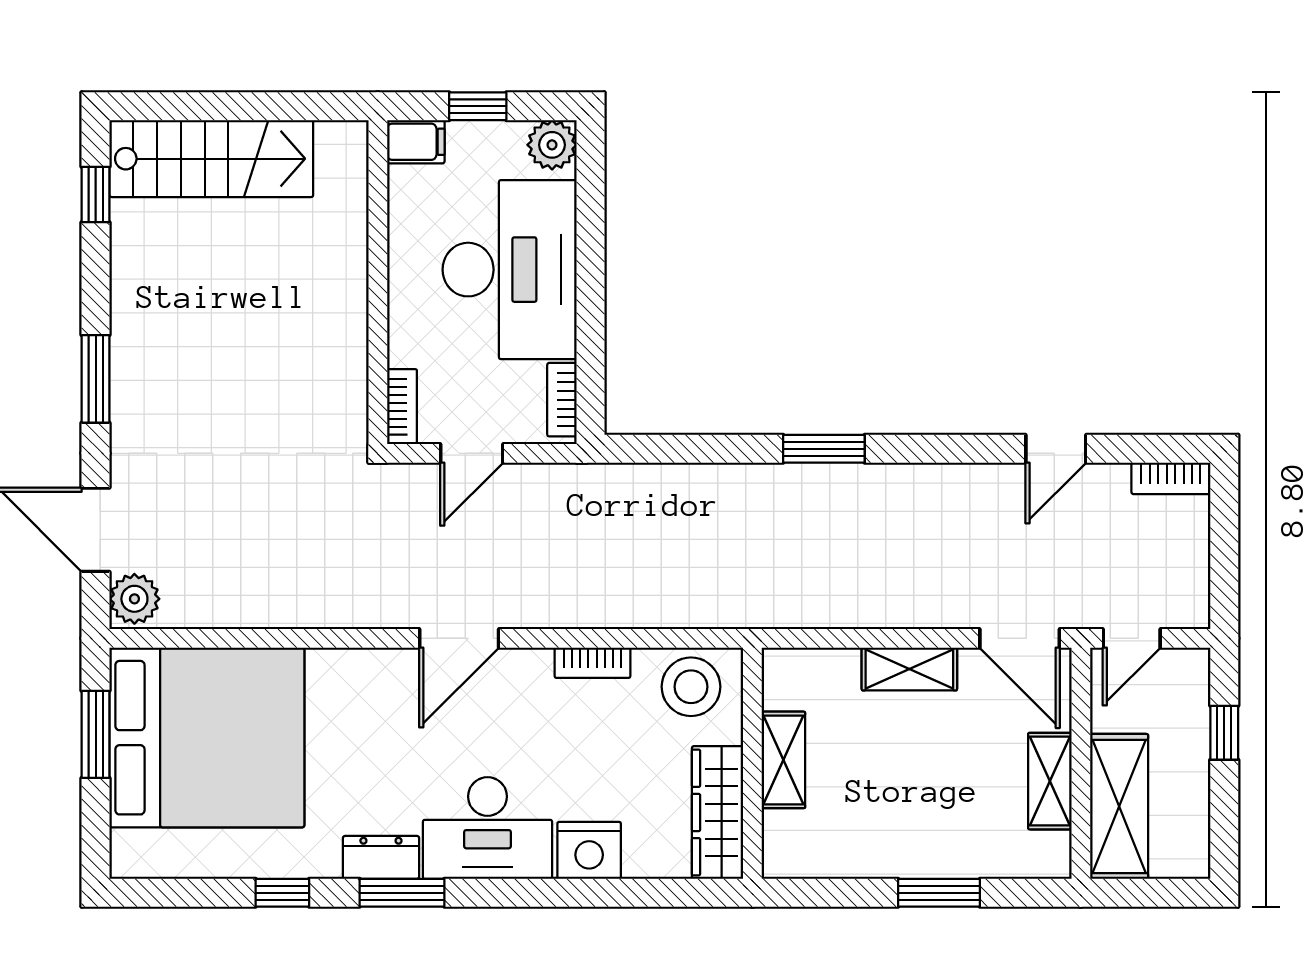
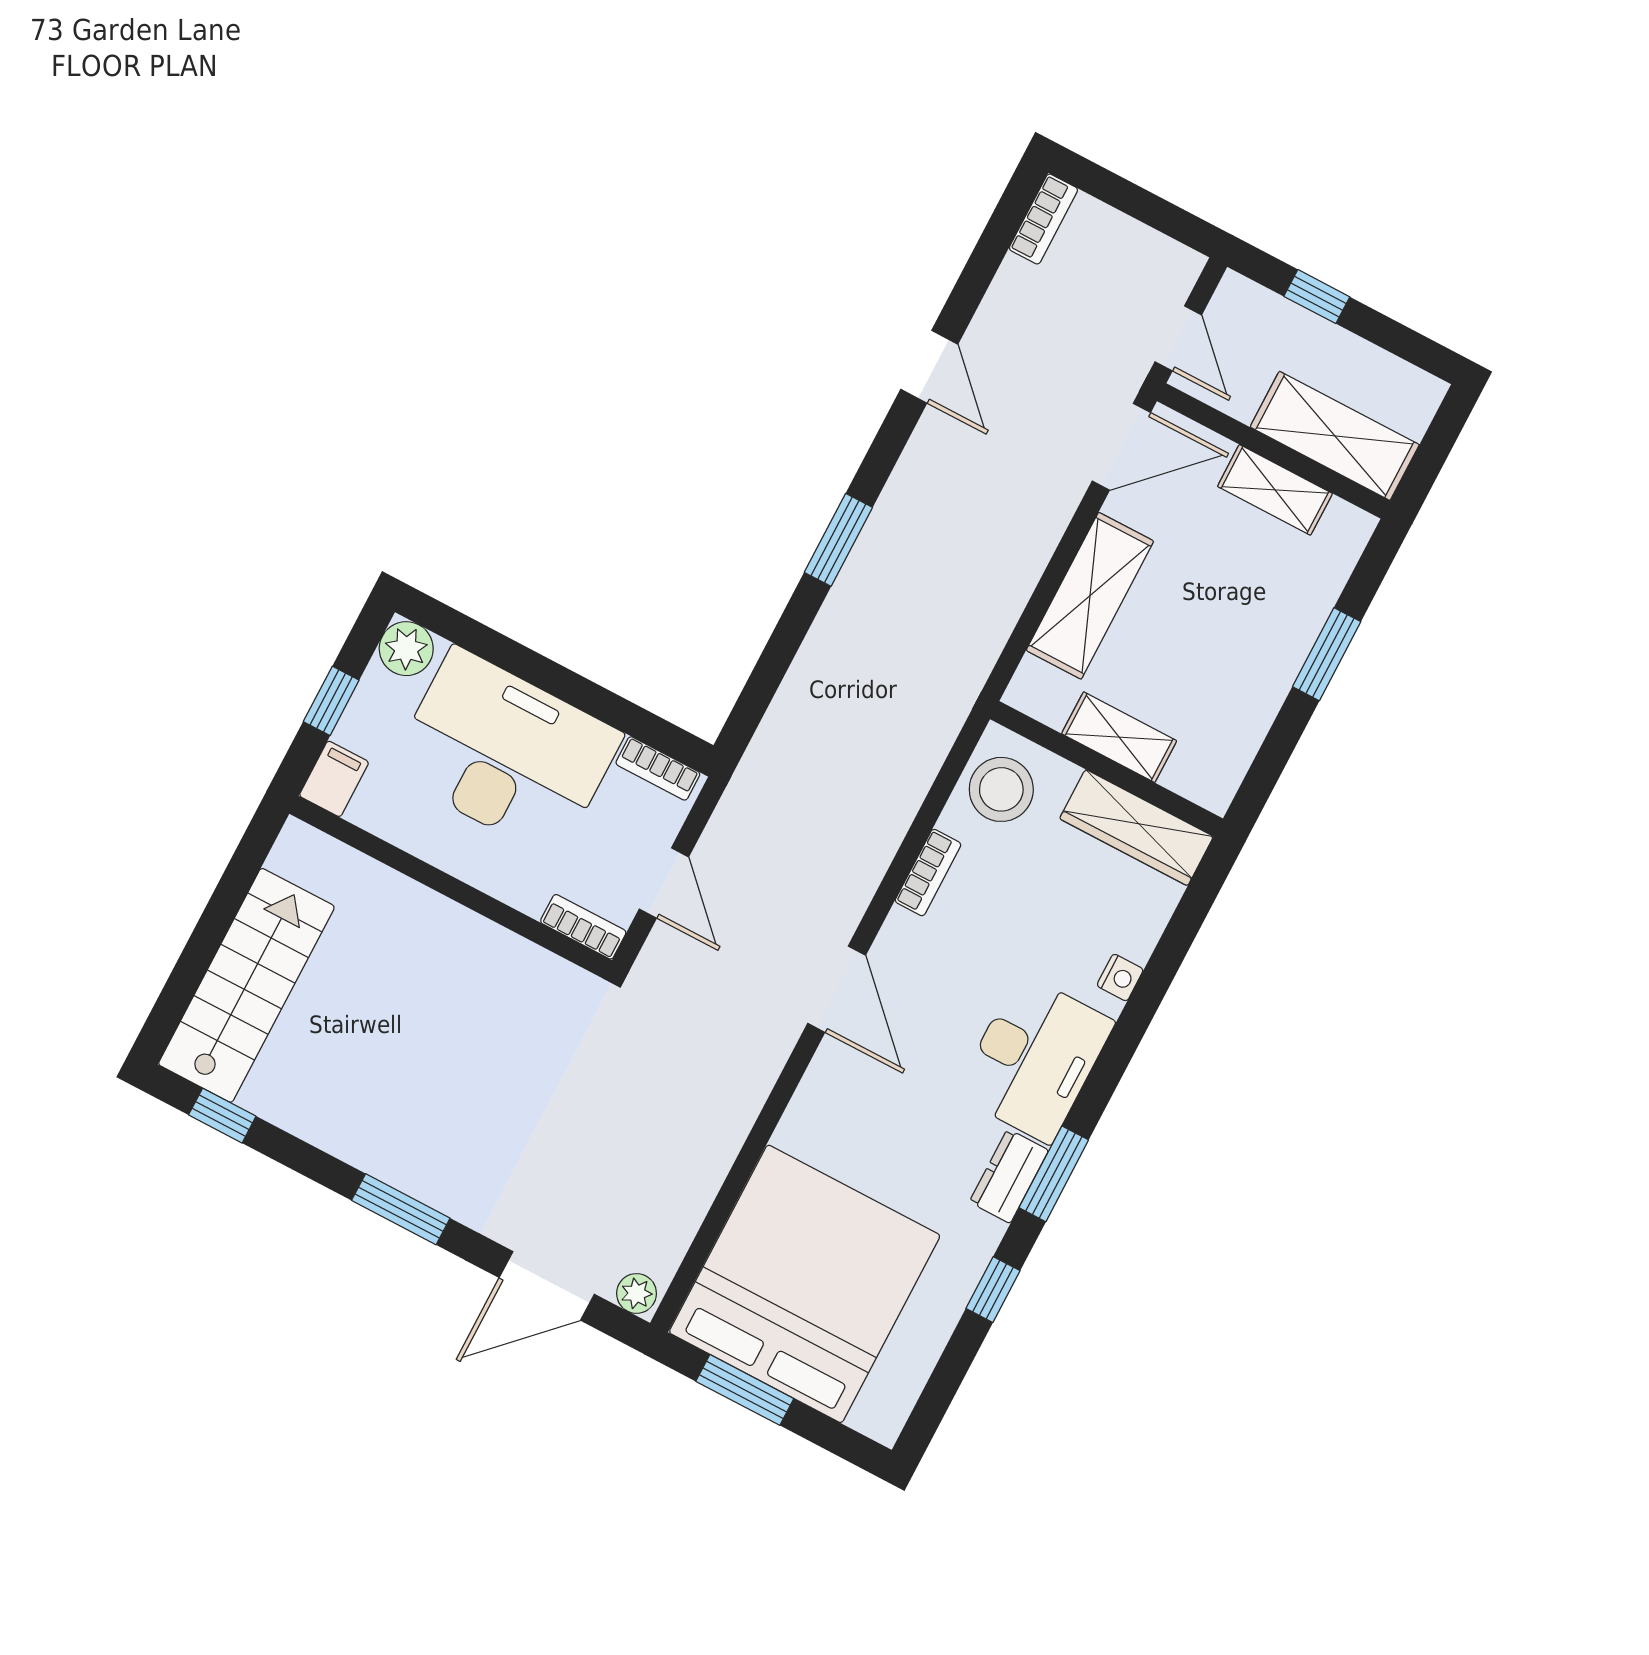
door: (1056, 449) -> (929, 367), moved
plant: (134, 599) -> (637, 1293), width x0.73, depth x0.73
shelving: (909, 669) -> (1090, 596), width x1.50, depth x1.33
nightstand: (589, 850) -> (1120, 978), width x0.53, depth x0.56

